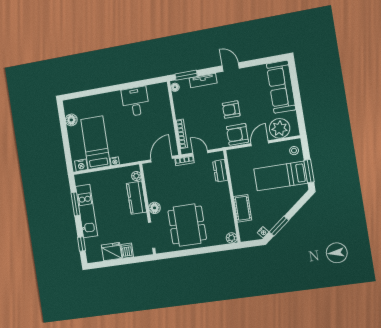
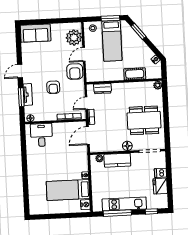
window: (186, 75) -> (21, 97), moved
sofa: (281, 87) -> (36, 33), width x0.73
desk: (135, 101) -> (41, 135), moved, turned 90
armchair: (231, 110) -> (53, 87), moved
floor lamp: (71, 120) -> (47, 209), removed
door: (260, 143) -> (84, 54), hinge flipped
door: (162, 159) -> (88, 136), hinge flipped
window: (75, 204) -> (117, 213), width x1.44
window: (279, 226) -> (138, 31), moved

